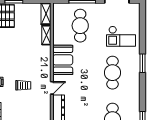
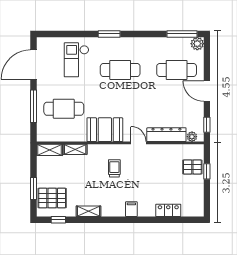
checkout: (121, 36) -> (76, 60), turned 180
trolley: (23, 85) -> (114, 168), moved

